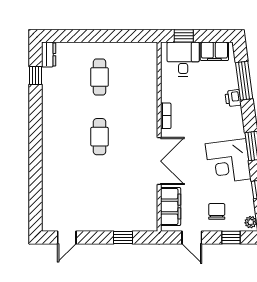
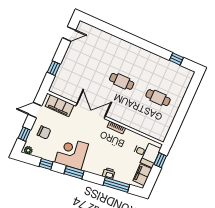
dresser: (49, 55) -> (186, 73), removed
double door: (159, 161) -> (91, 111), swing flipped
door: (67, 237) -> (69, 34), swing flipped

